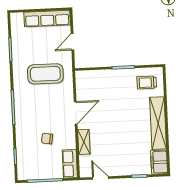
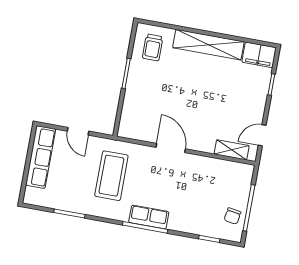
chair: (47, 139) -> (232, 216), moved
shelving: (84, 142) -> (232, 150), moved
row of seats: (70, 164) -> (149, 217), moved, turned 180

